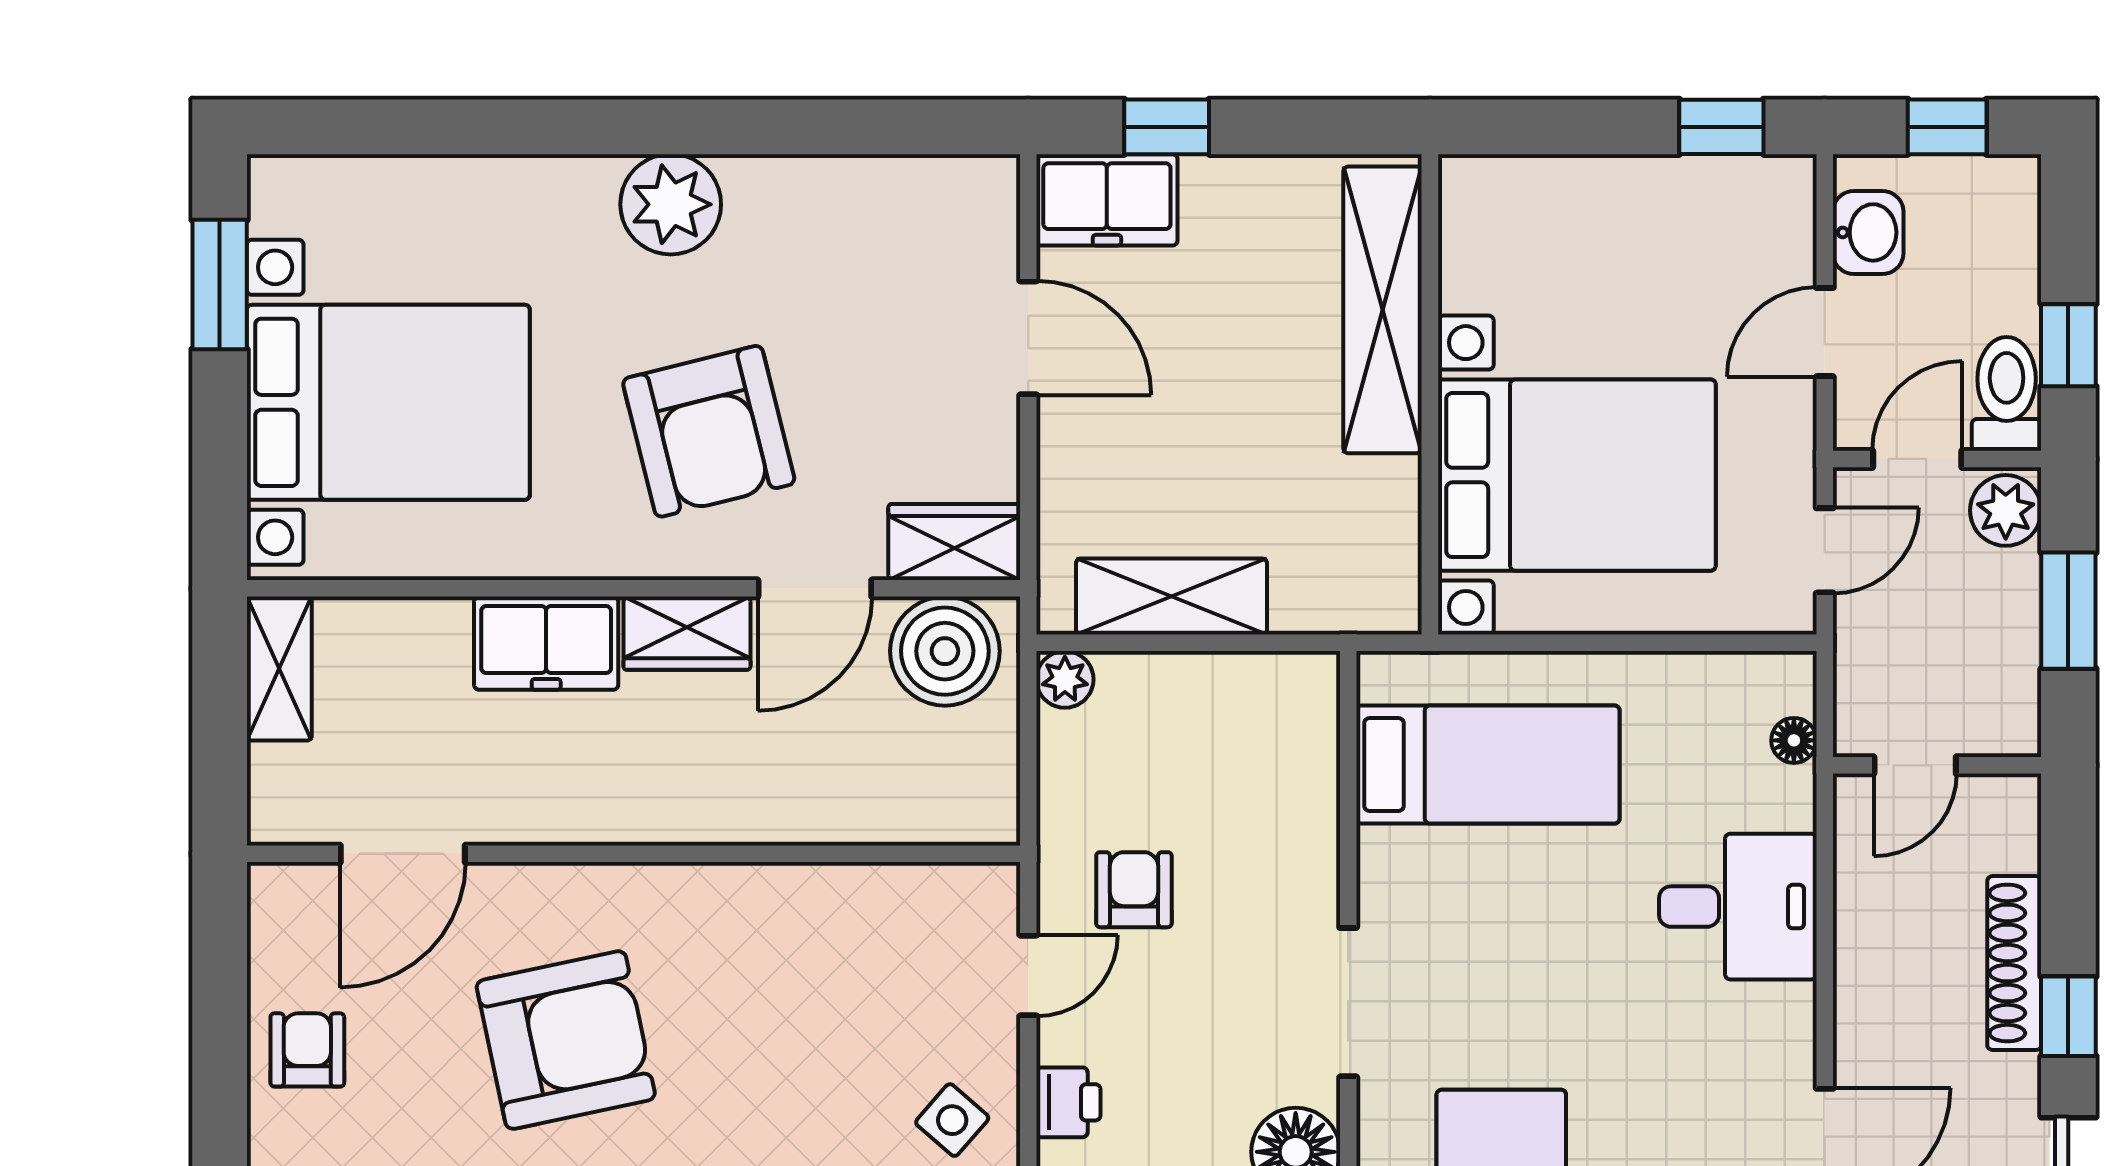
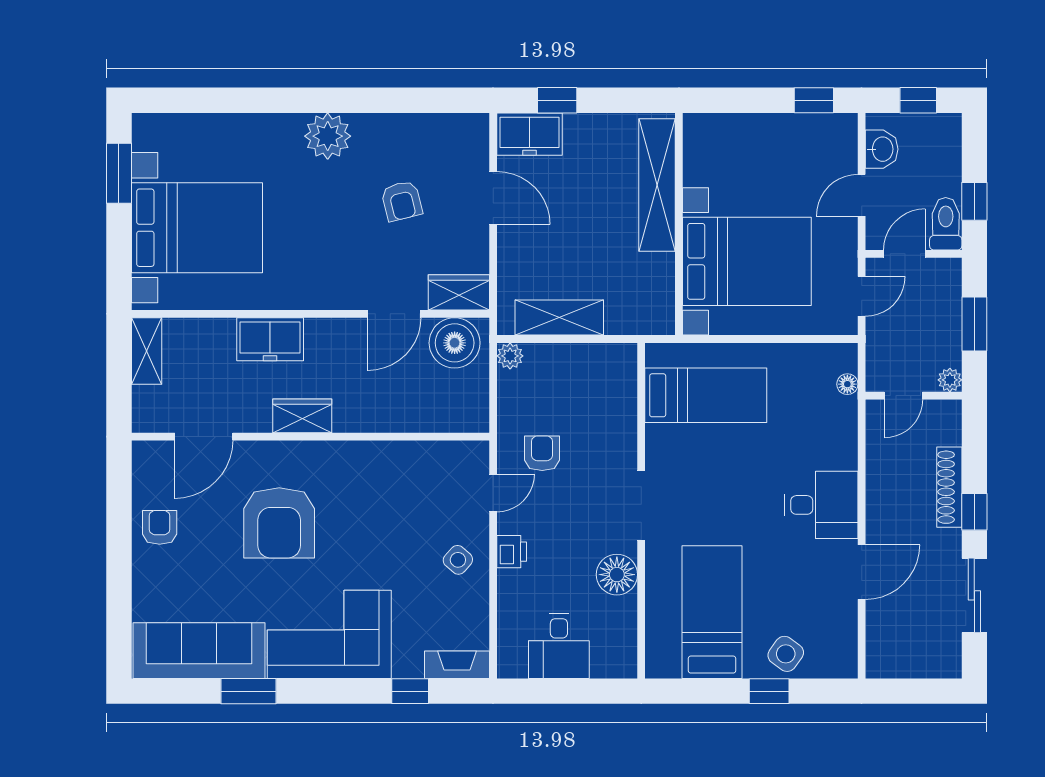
armchair: (709, 431) -> (402, 201), moved, width x0.53, depth x0.53
plant: (2006, 510) -> (950, 380), moved, width x0.73, depth x0.73
wardrobe: (687, 633) -> (302, 416), moved, turned 180
desk: (1738, 907) -> (821, 505), moved
armchair: (566, 1040) -> (279, 523), turned 102

